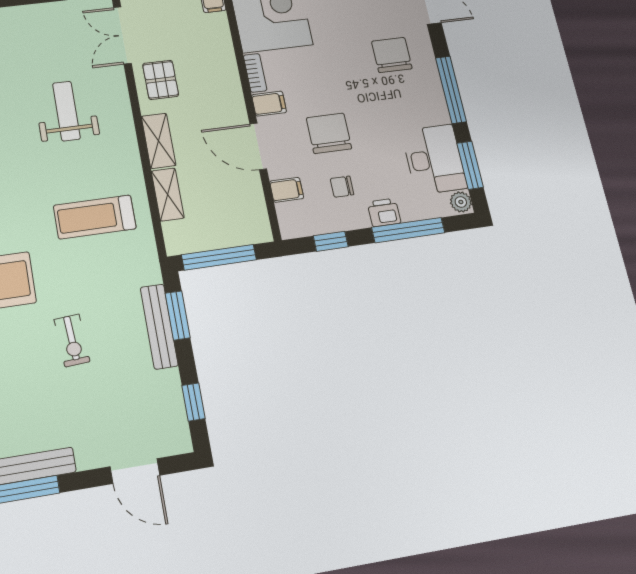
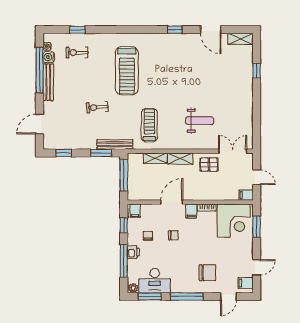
chair: (329, 133) -> (173, 235), width x0.54, depth x0.54
filing cabinet: (287, 190) -> (135, 211), moved
bench: (159, 326) -> (115, 144), moved

